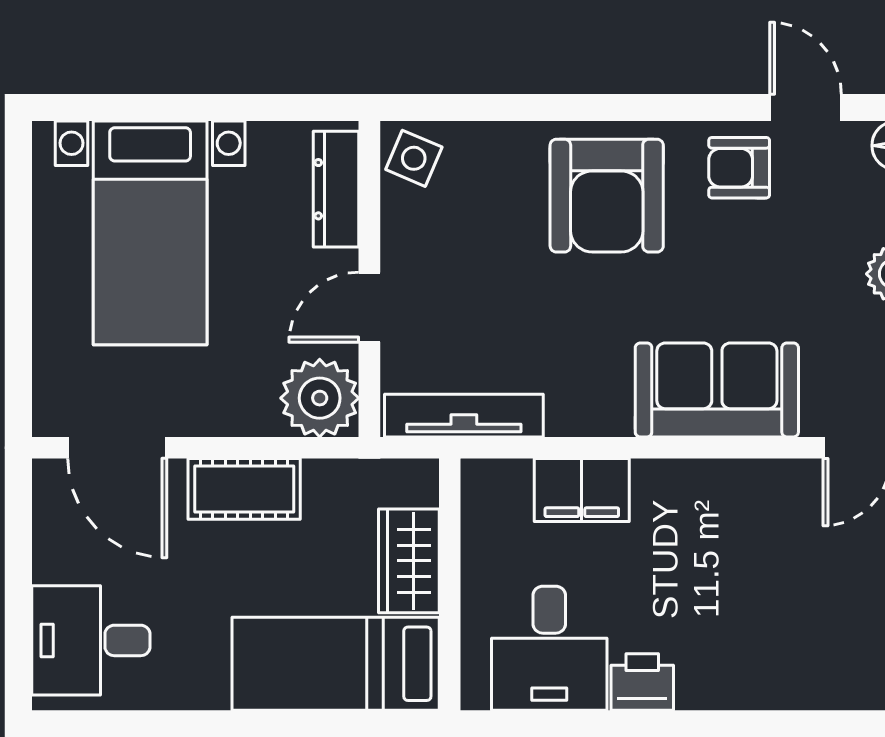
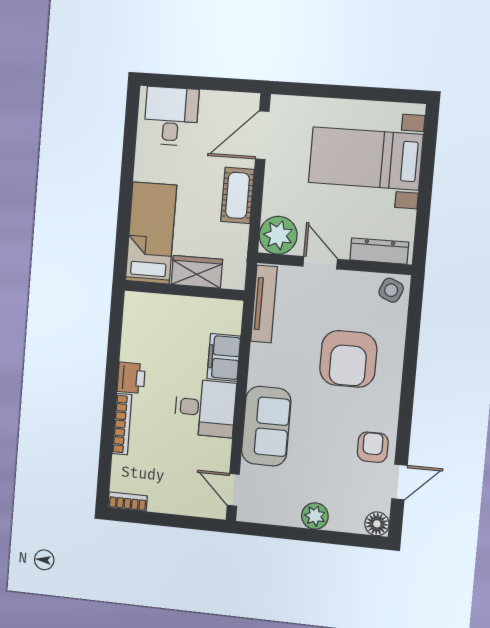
armchair: (607, 196) -> (348, 359), moved, turned -90
desk: (549, 648) -> (205, 408), moved, turned 180
bookcase: (742, 694) -> (122, 424), added

